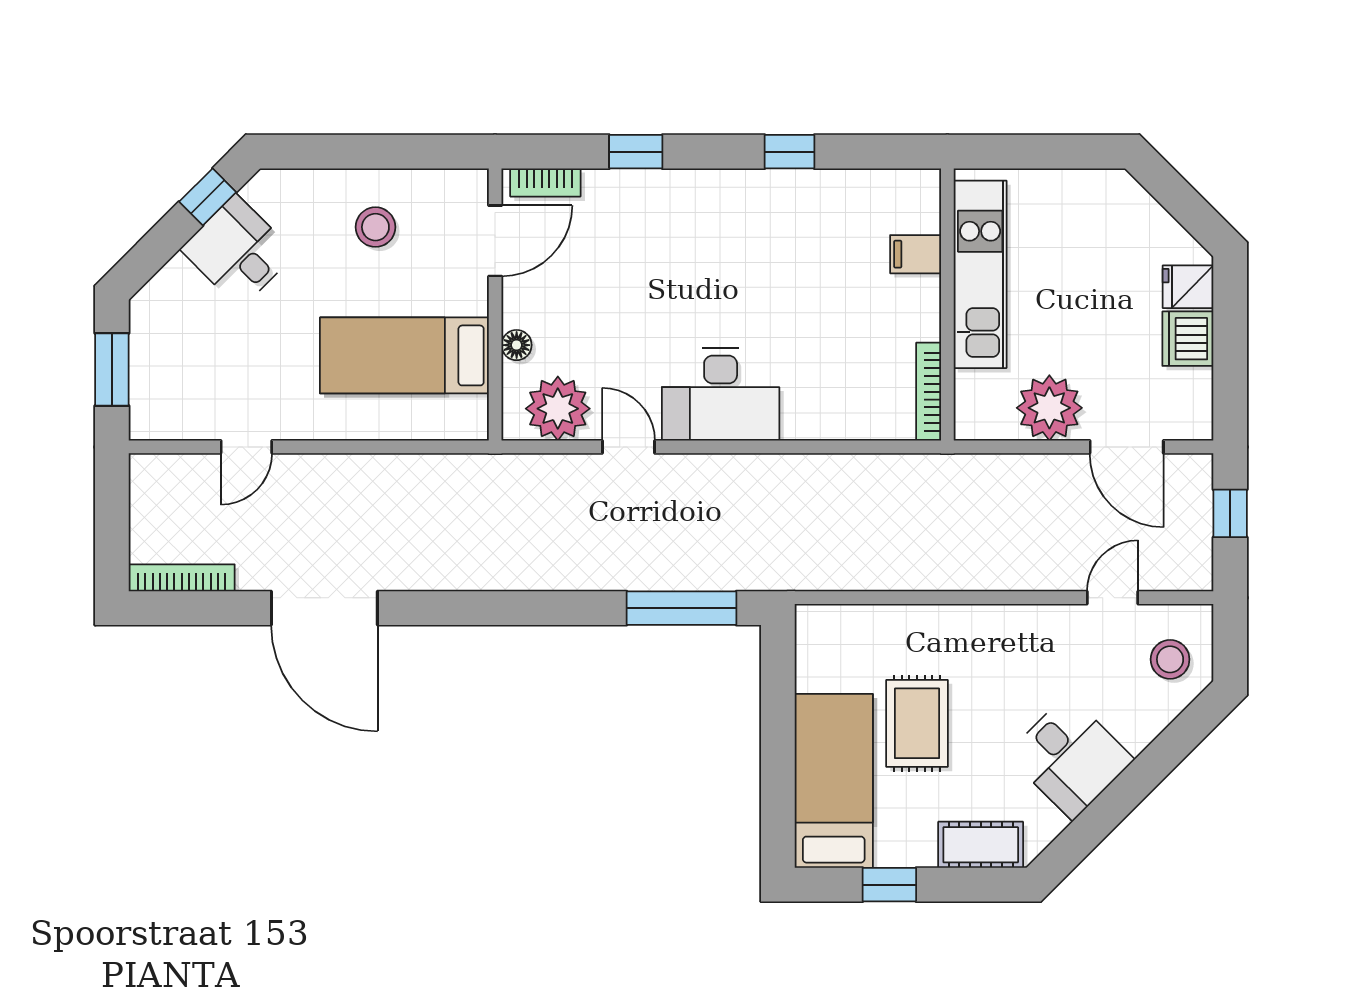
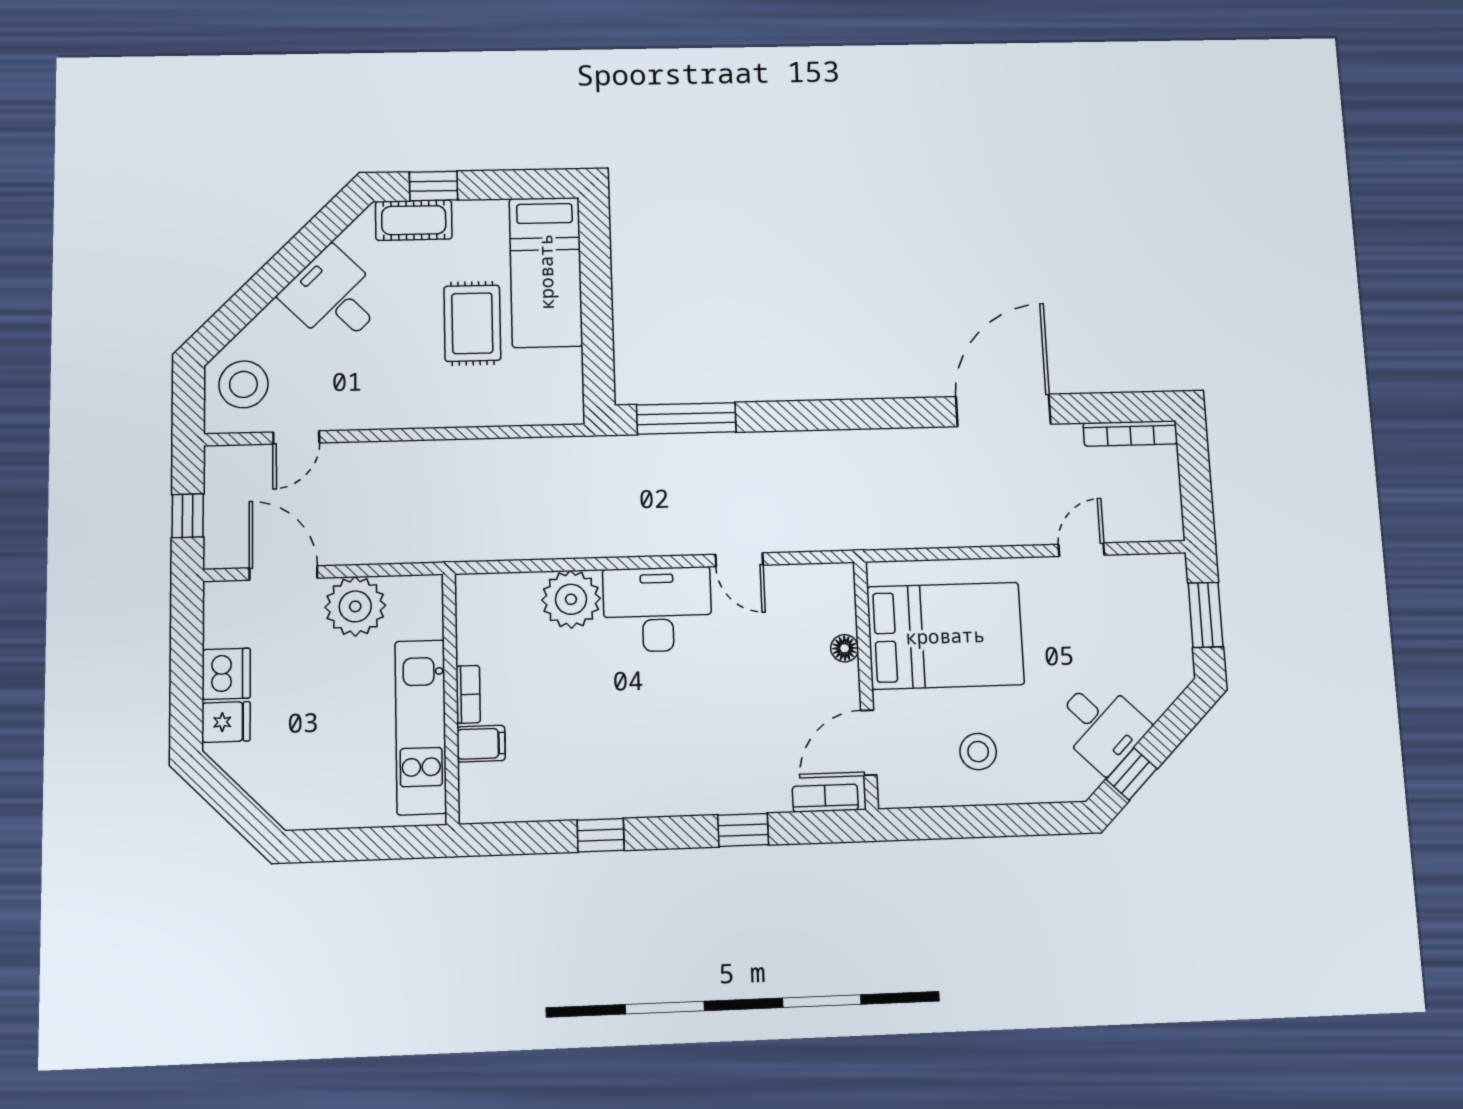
bed: (404, 355) -> (945, 636), width x1.50
bookcase: (929, 392) -> (468, 694), moved, width x0.64
plant: (558, 409) -> (571, 599), moved
door: (324, 608) -> (1003, 410), hinge flipped
stool: (1170, 659) -> (243, 384), width x1.38, depth x1.38
window: (889, 885) -> (433, 186), moved

